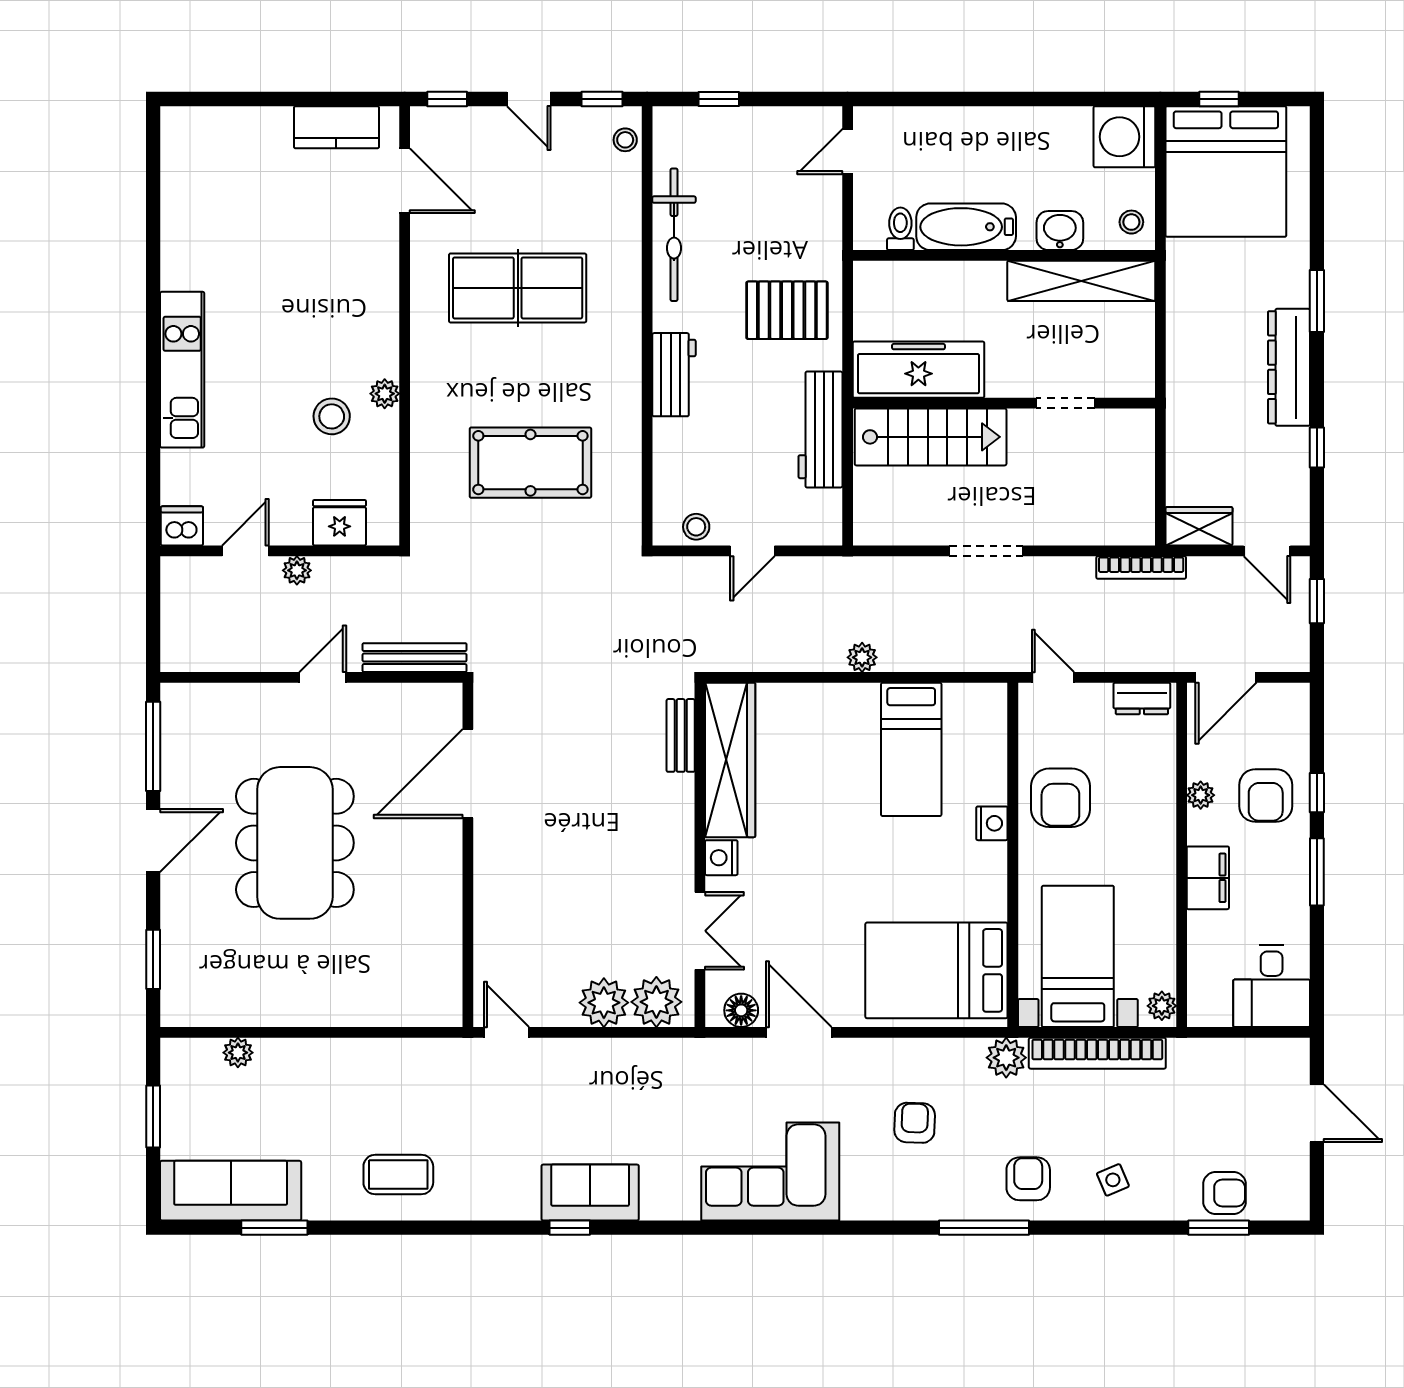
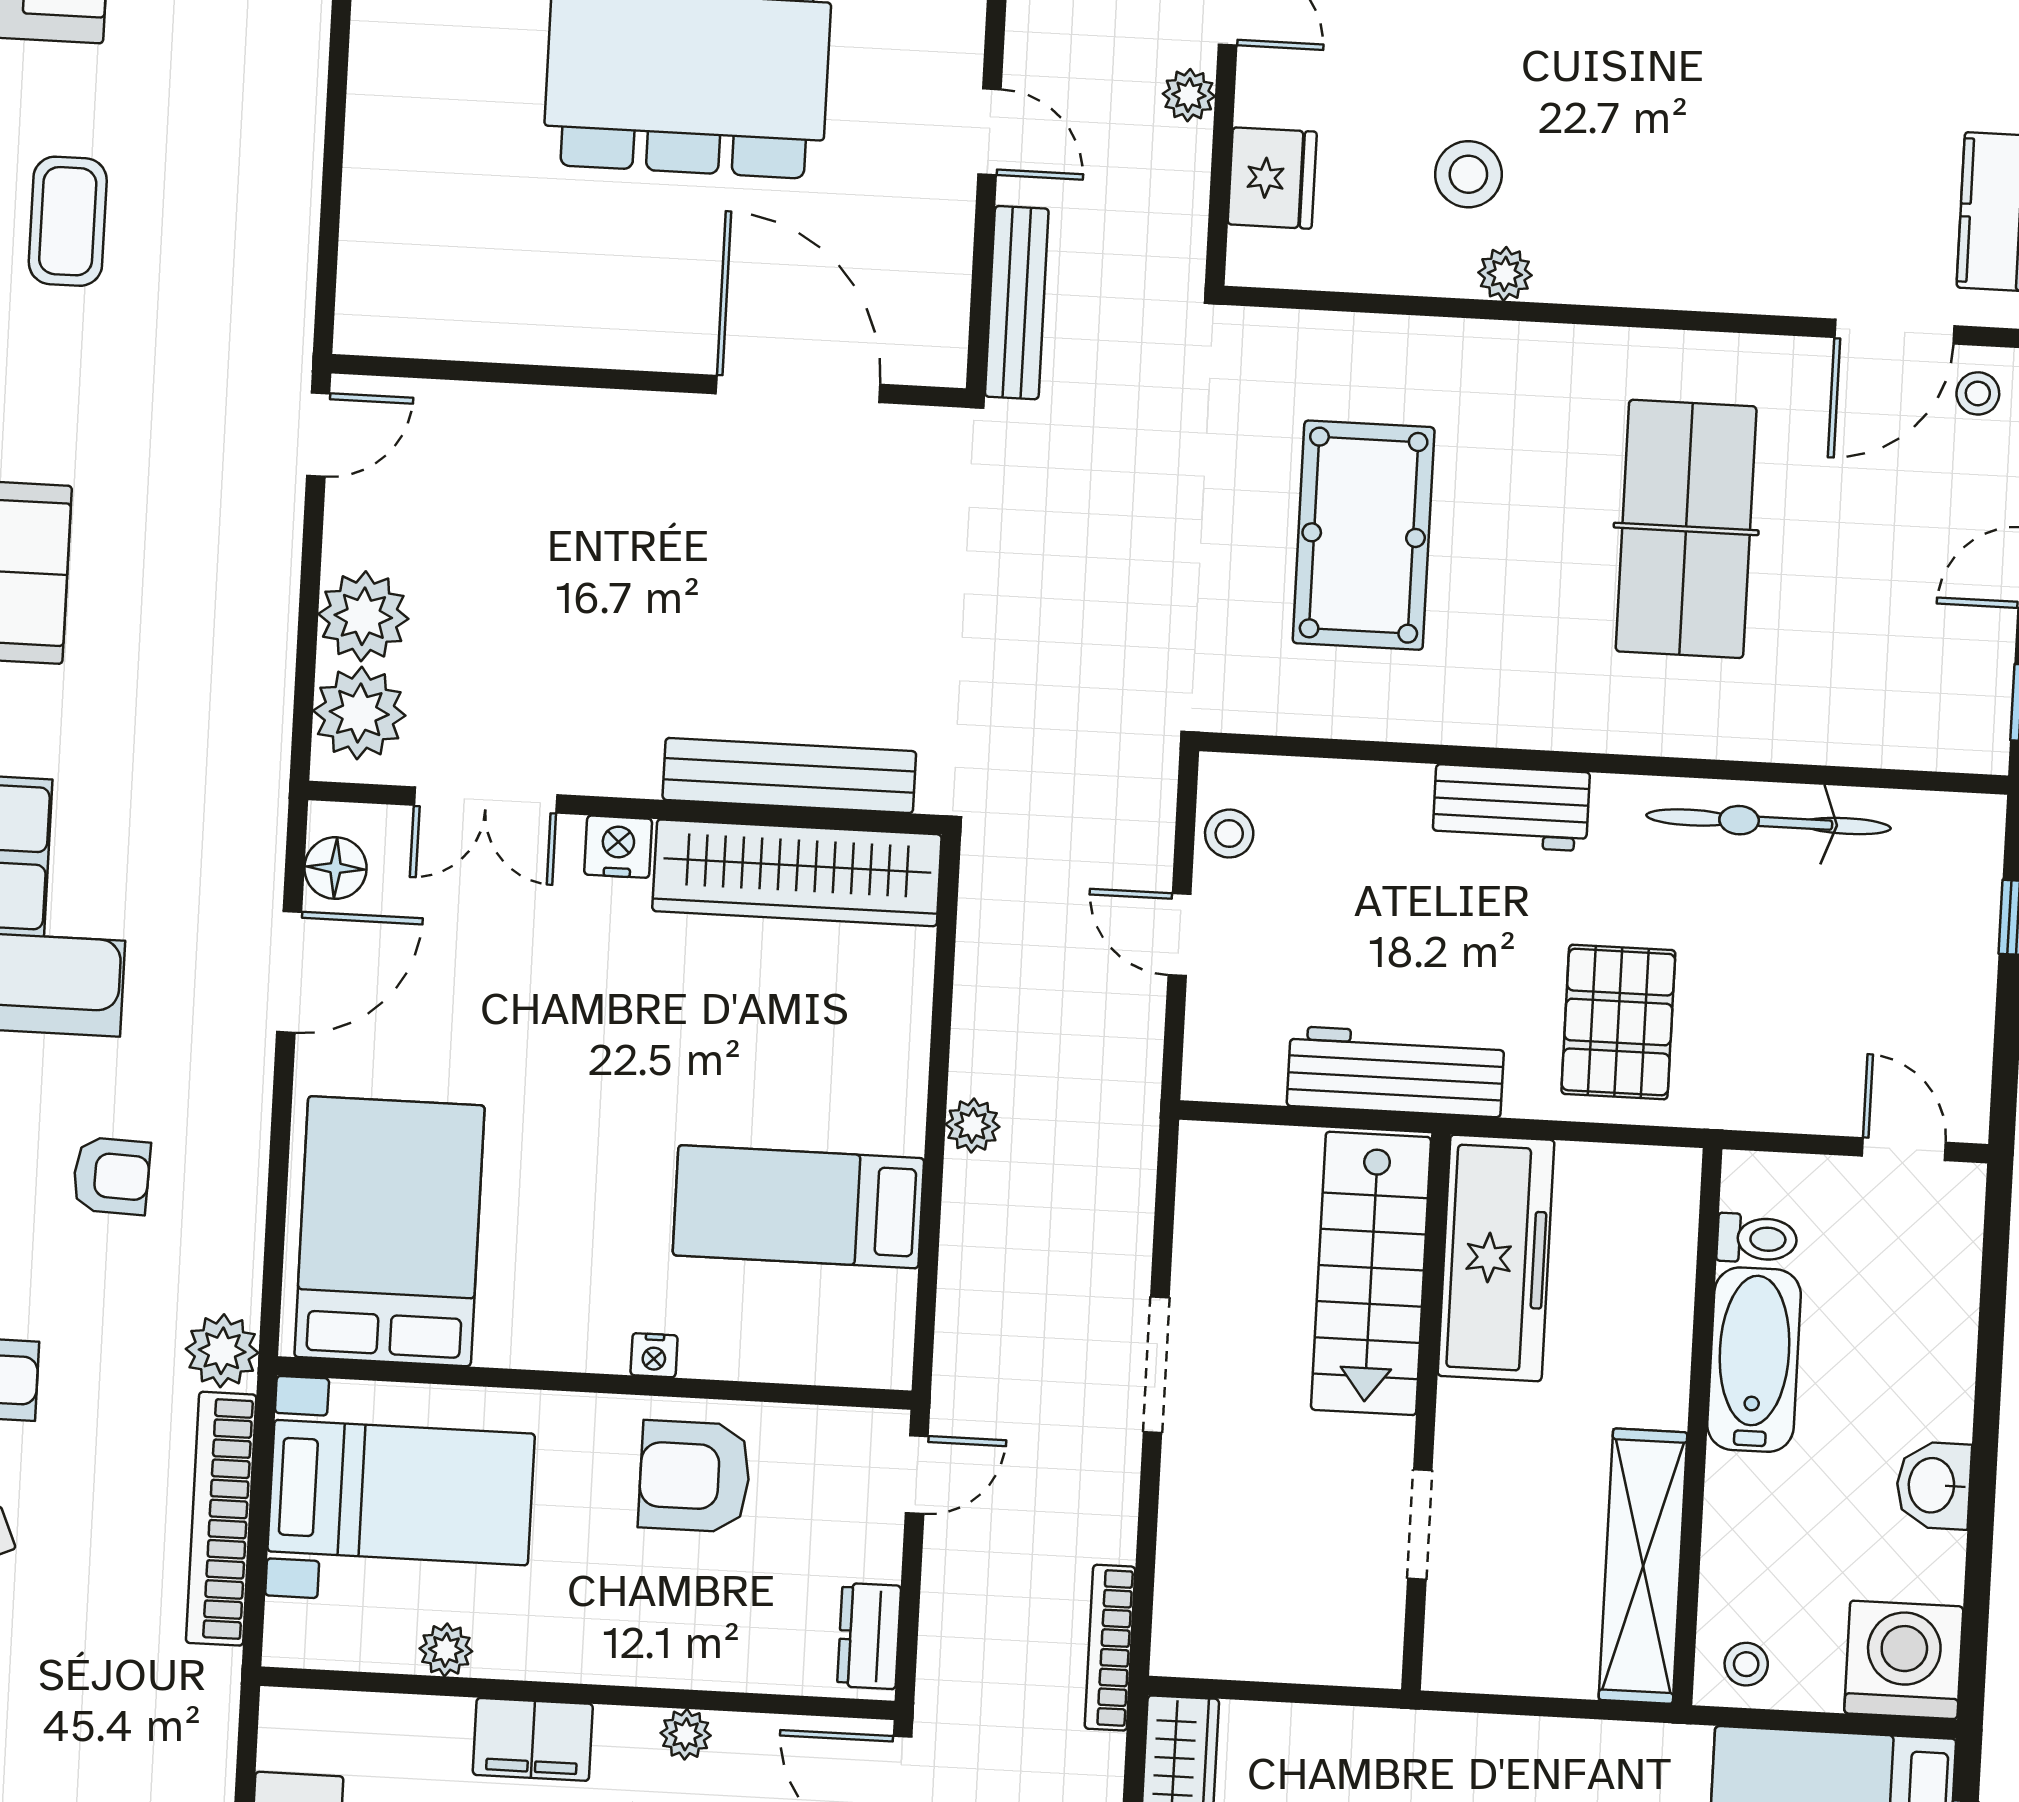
stool: (625, 140) -> (1978, 393), moved
washbasin: (1060, 231) -> (1934, 1485), moved, turned 180
bench: (681, 735) -> (789, 776), width x1.86, depth x1.21
nightstand: (992, 823) -> (654, 1355), width x0.72, depth x0.74
plant: (1162, 1006) -> (446, 1650), moved

